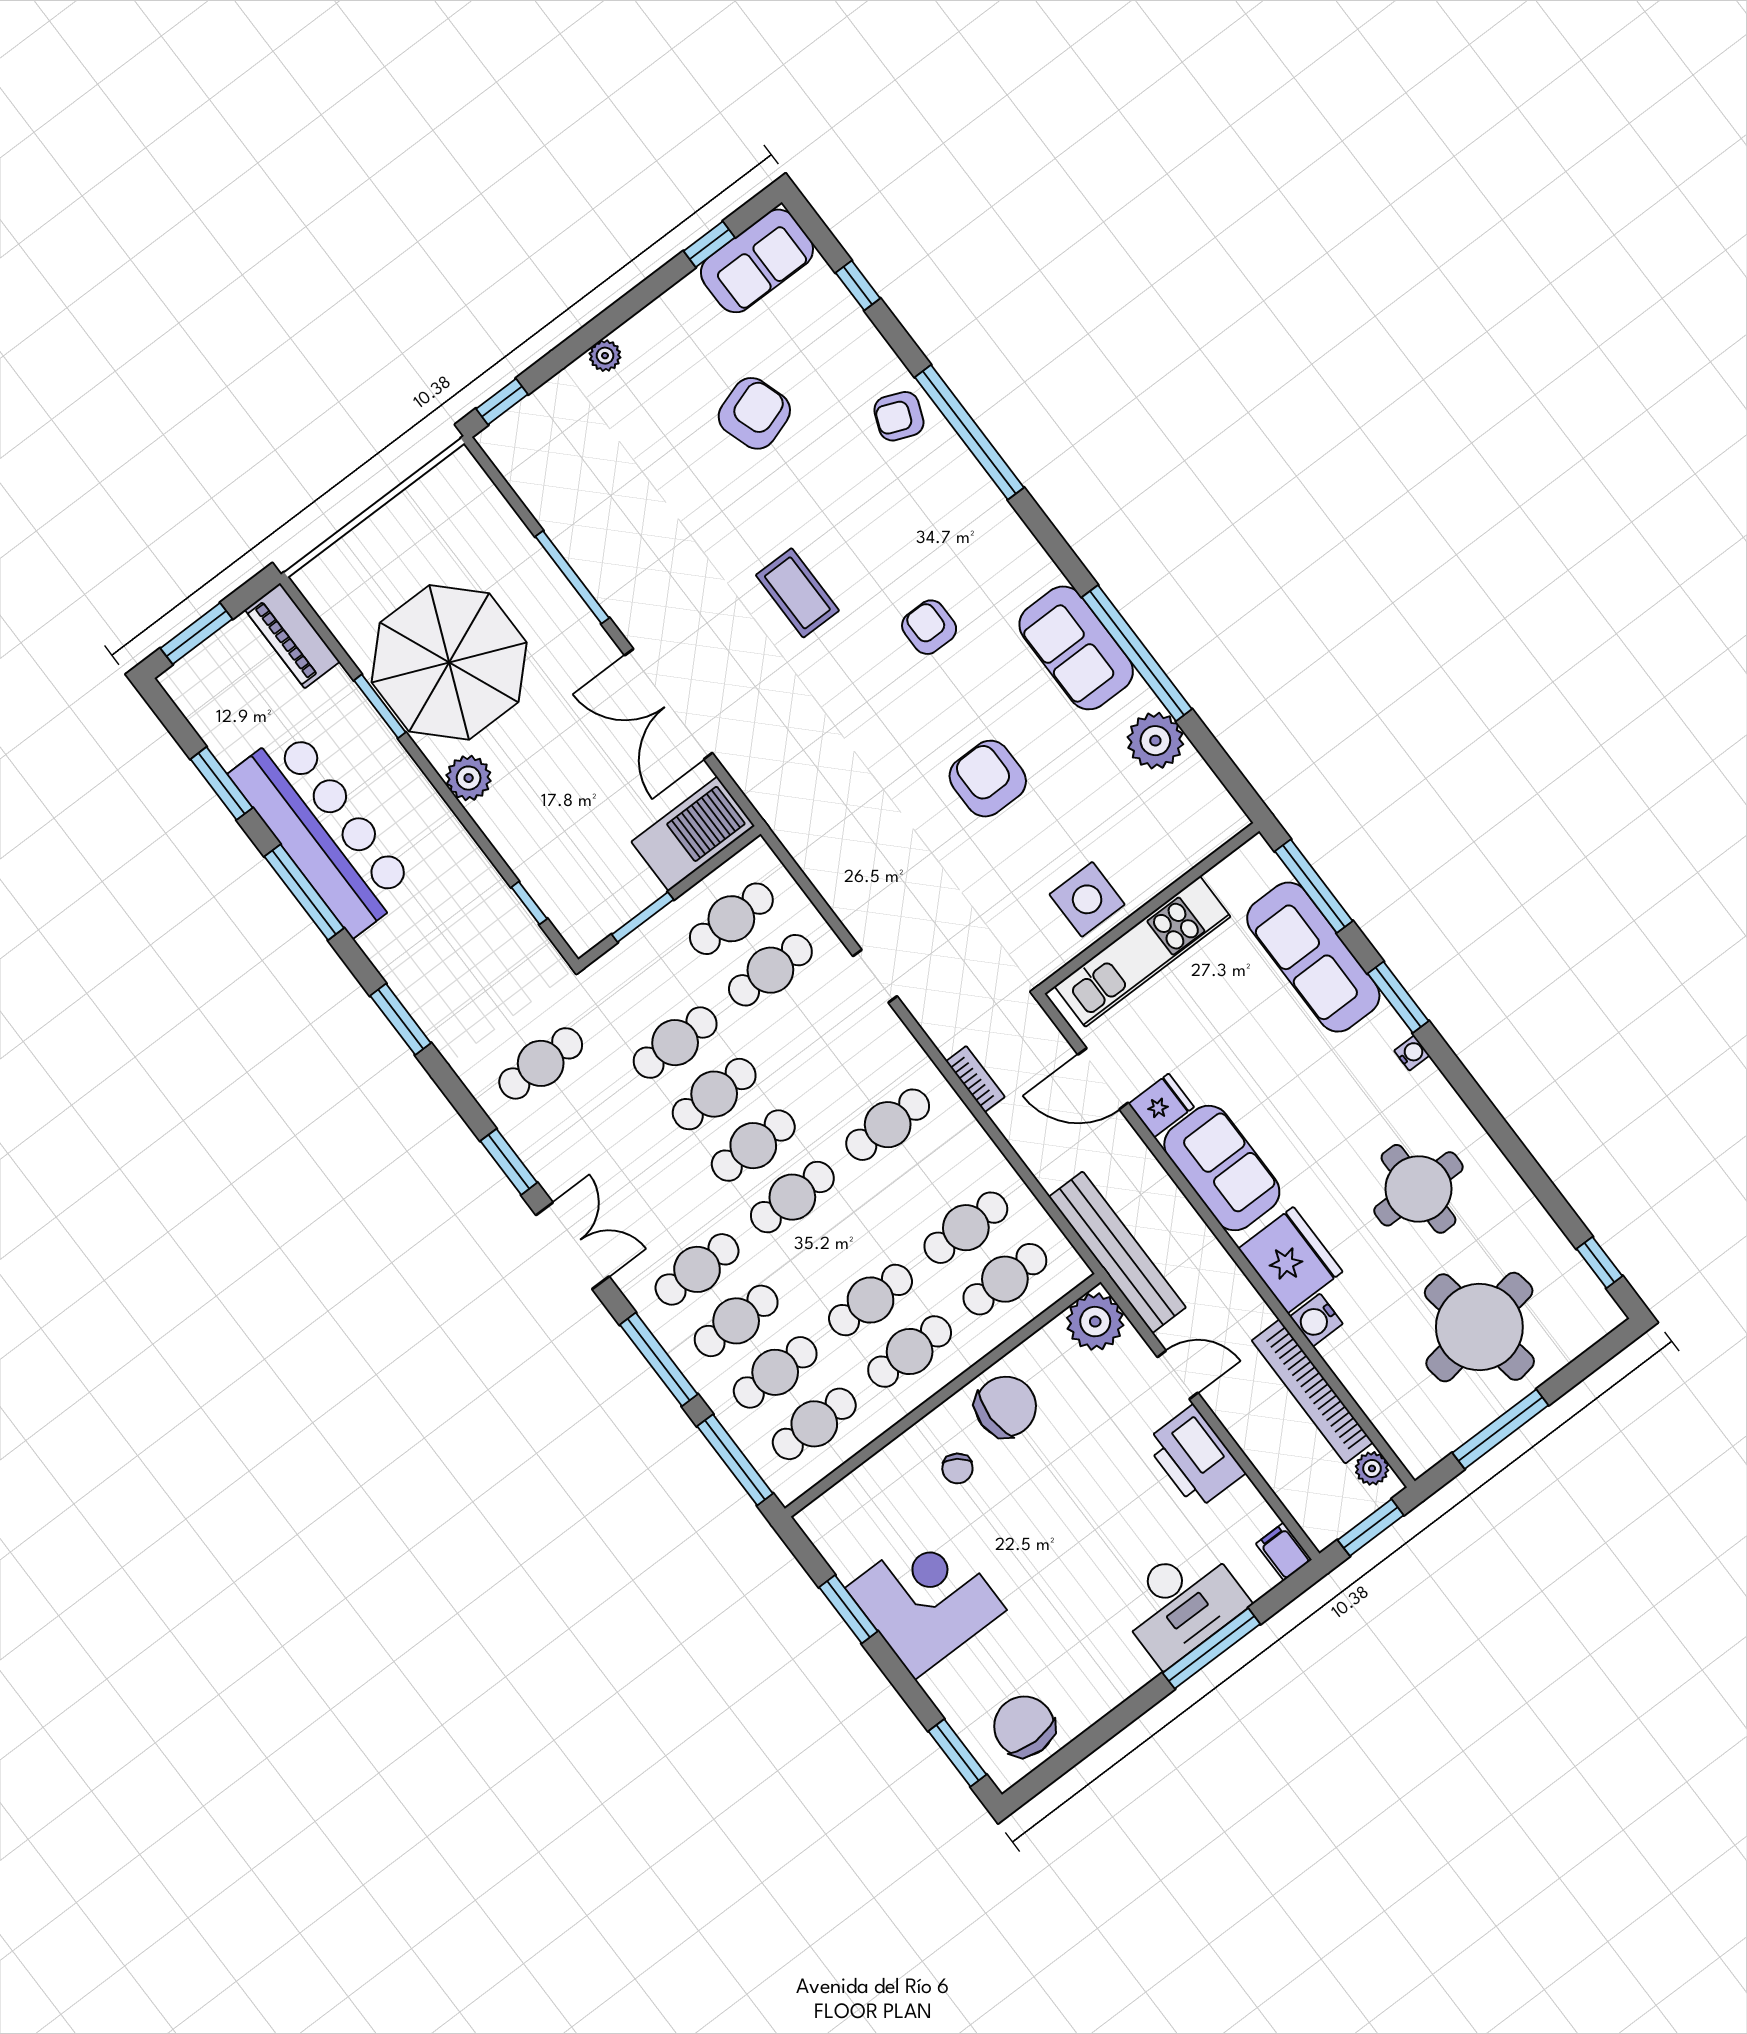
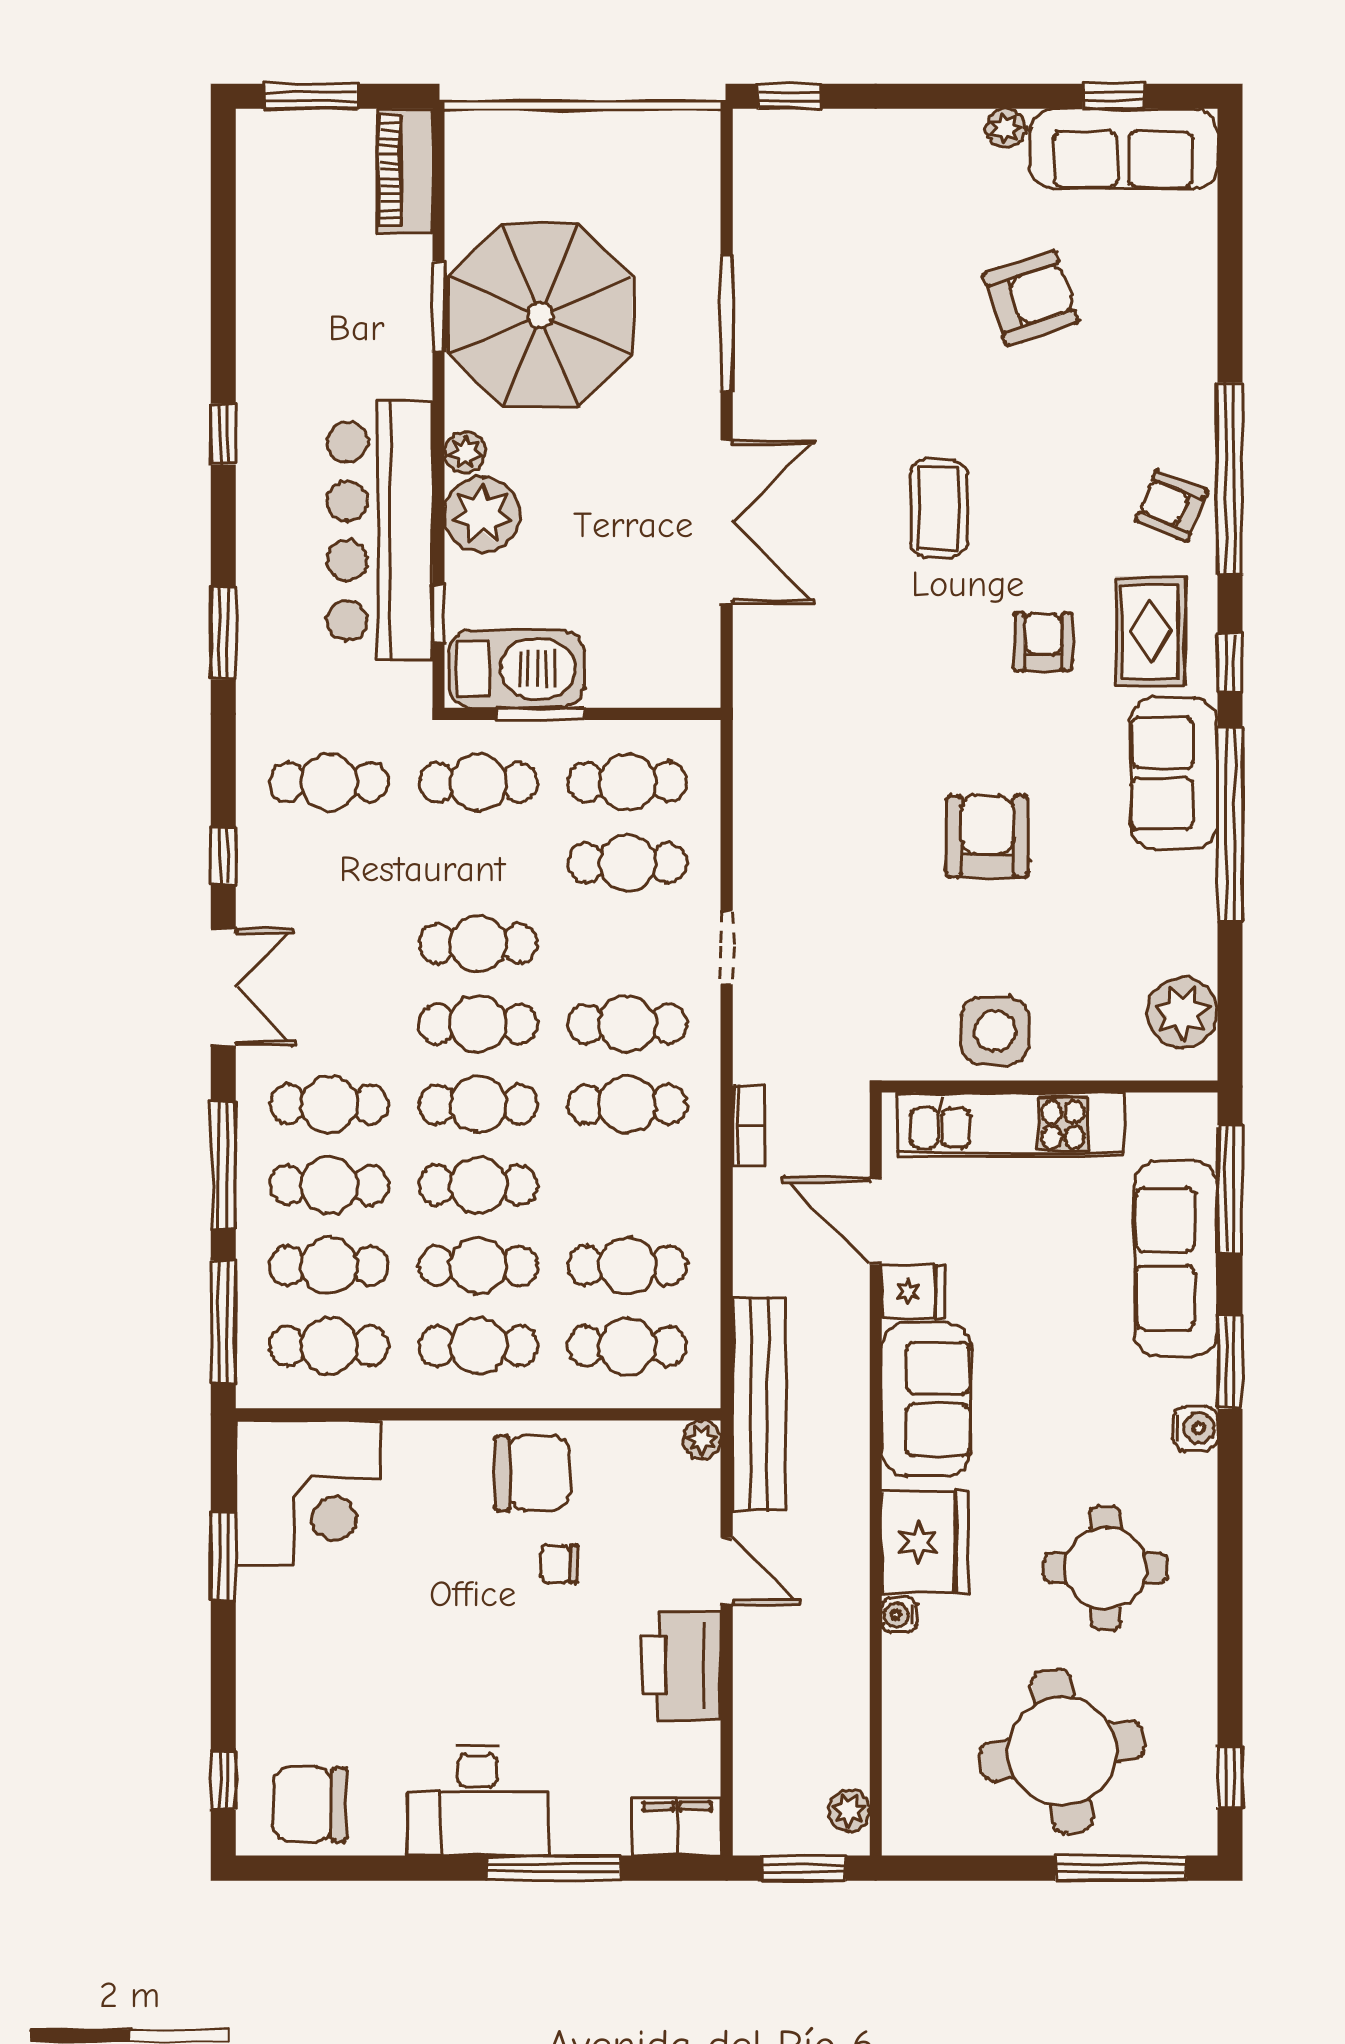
sofa: (757, 261) -> (1123, 149), width x1.36
window: (858, 285) -> (1230, 663), moved
plant: (605, 356) -> (1006, 128), moved
armchair: (899, 416) -> (1172, 506), moved
rug: (992, 568) -> (1150, 631), added
double door: (669, 704) -> (727, 522), swing flipped
plant: (1155, 741) -> (1182, 1013), moved
plant: (469, 778) -> (465, 452), width x0.73, depth x0.73
window: (222, 783) -> (223, 264), removed
plant: (508, 818) -> (482, 514), added
bar counter: (323, 831) -> (380, 531), moved, turned 180
barbecue: (693, 834) -> (516, 669), moved
window: (304, 892) -> (223, 434), width x0.46
cafe table: (675, 1043) -> (478, 782), moved
water cooler: (1412, 1053) -> (1195, 1428), width x1.38, depth x1.38
cafe table: (849, 1073) -> (627, 1024), added
window: (509, 1162) -> (223, 856), width x0.67
cafe table: (831, 1249) -> (478, 1185), added
water cooler: (1316, 1320) -> (899, 1615), width x0.72, depth x0.72
plant: (1095, 1322) -> (702, 1439), width x0.53, depth x0.53
bookcase: (1312, 1391) -> (848, 1689), removed
window: (1500, 1429) -> (1121, 1868), moved
chair: (957, 1468) -> (559, 1564), moved, turned 55
filing cabinet: (1284, 1552) -> (677, 1826), width x2.00
corner desk: (926, 1599) -> (308, 1493), moved, turned 90
desk: (1182, 1603) -> (478, 1800), moved
chair: (1024, 1726) -> (310, 1804), turned -90
window: (957, 1753) -> (223, 1780), width x0.67

